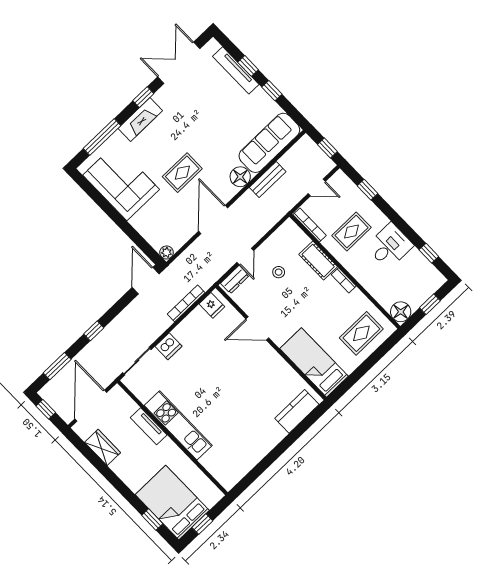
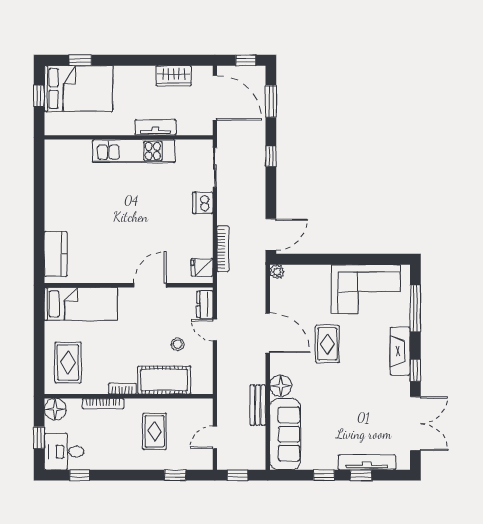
bookcase: (310, 225) -> (103, 404), moved
desk: (390, 246) -> (64, 452), moved, turned 90
cot: (318, 261) -> (164, 380), width x1.37, depth x1.34
door: (146, 281) -> (271, 234), hinge flipped

